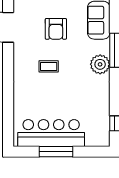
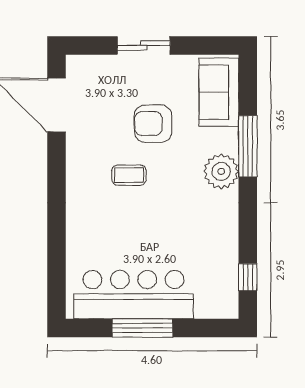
armchair: (56, 29) -> (153, 124), moved, turned 90

